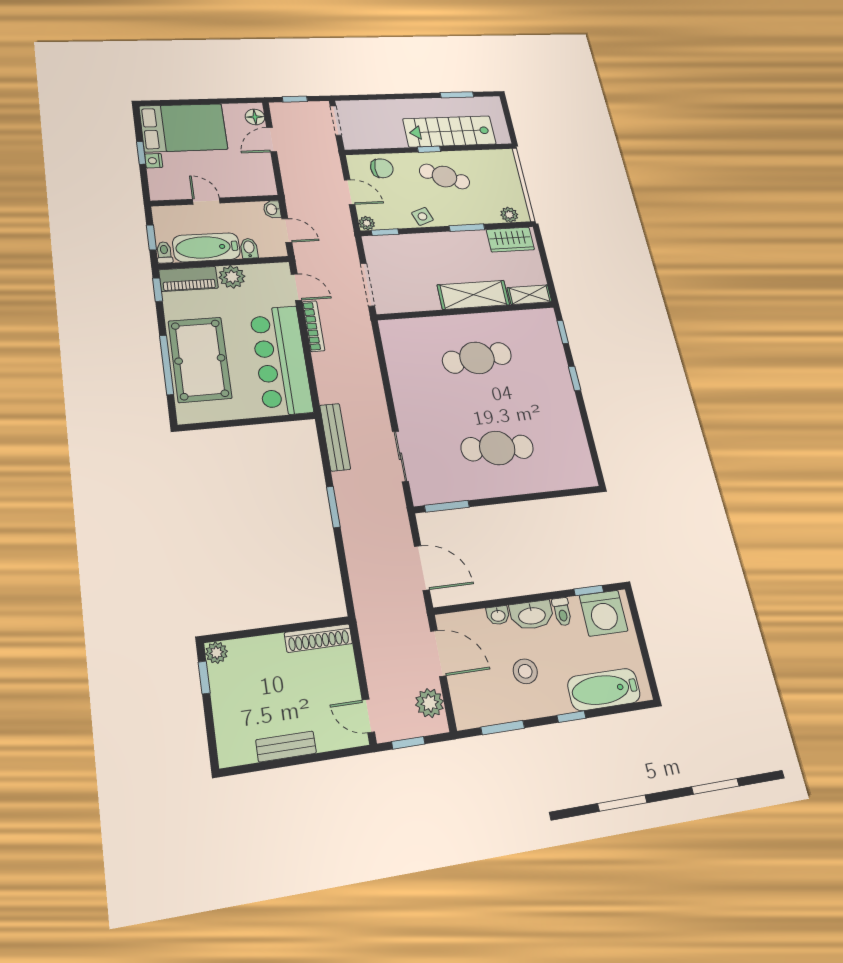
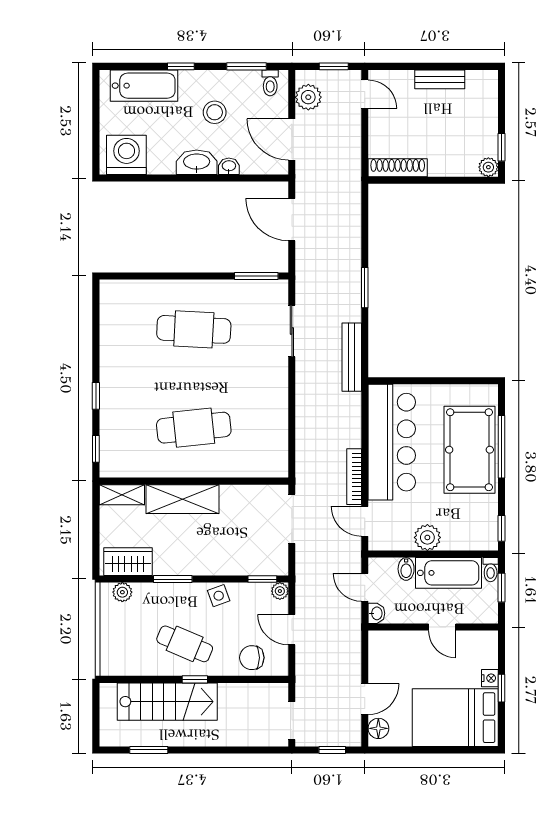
piano: (189, 279) -> (470, 538), removed
window: (589, 591) -> (136, 178), removed
toilet: (562, 612) -> (270, 83), moved, turned 180

